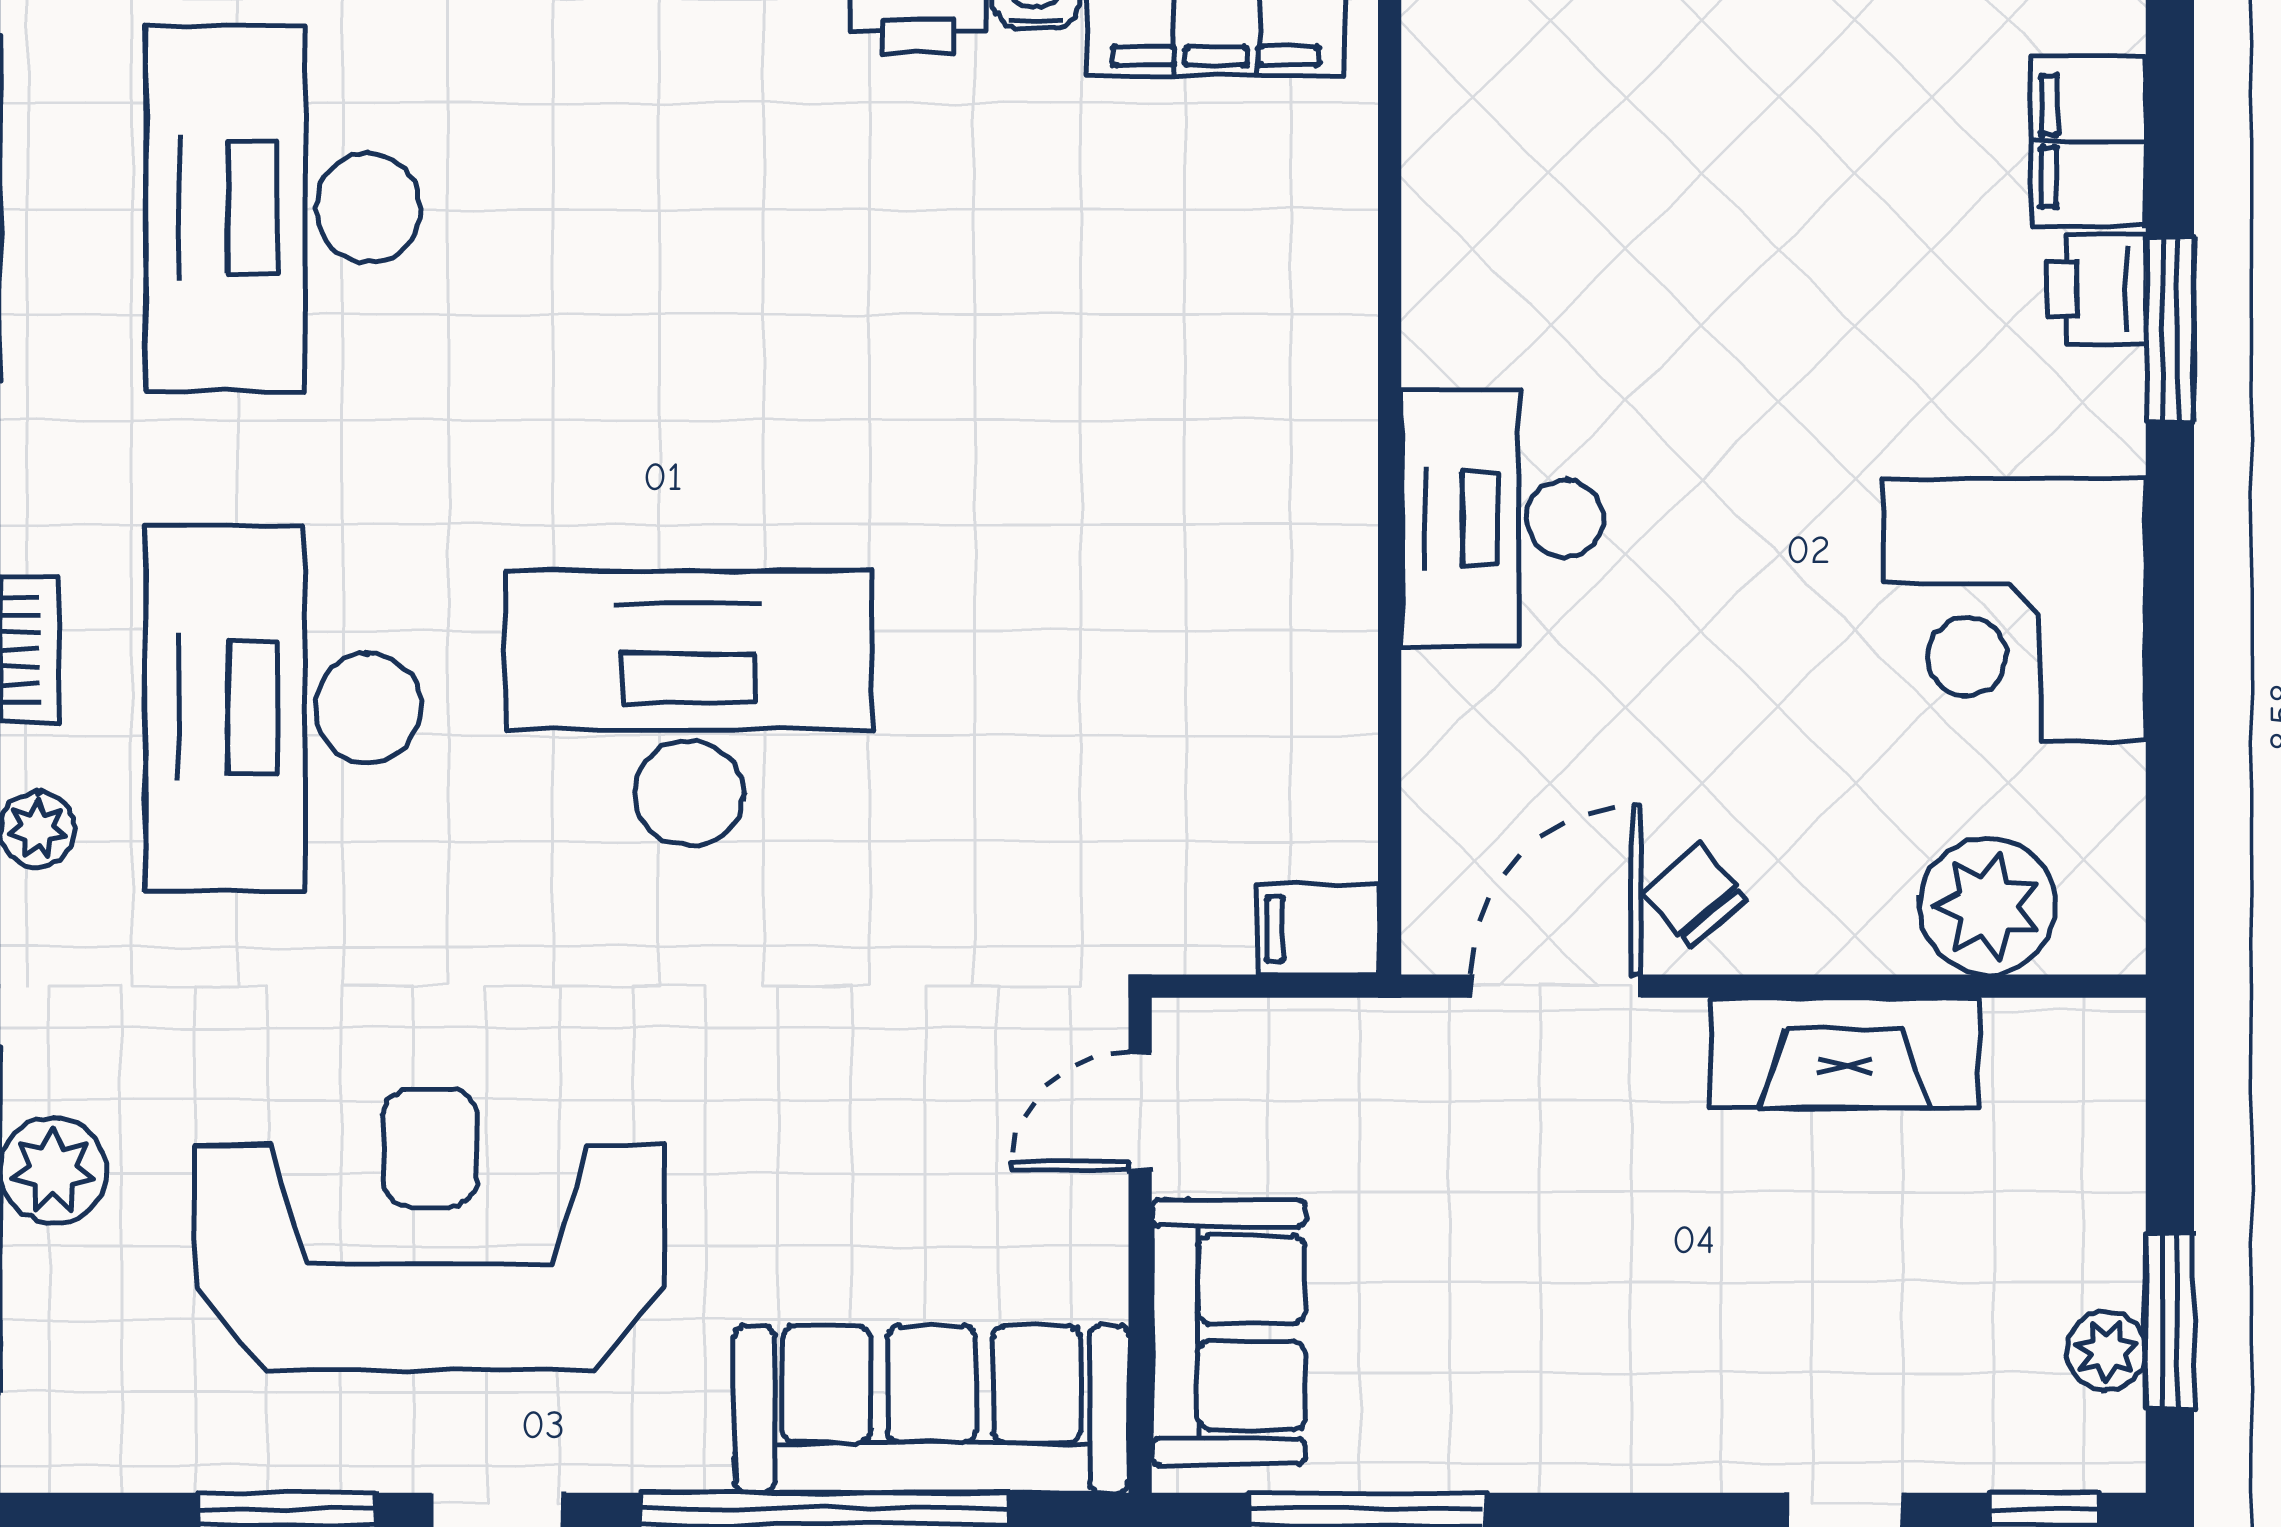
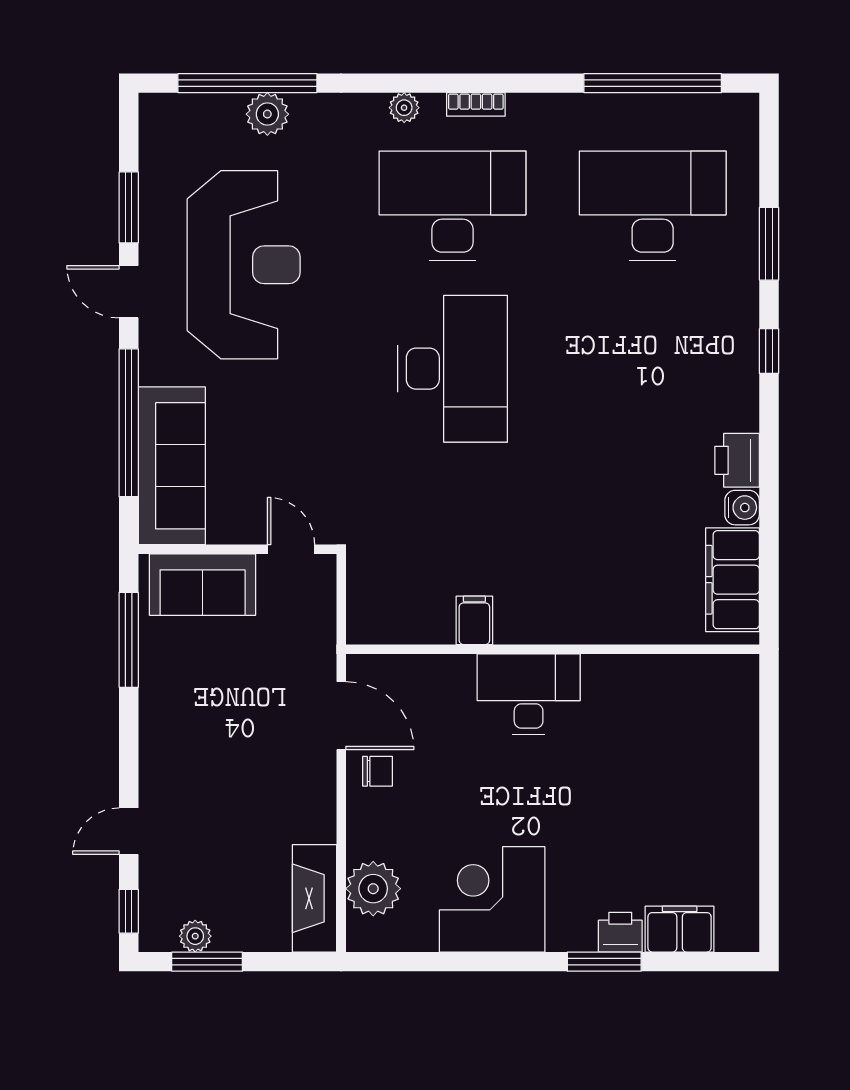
chair: (1694, 895) -> (378, 771), turned 41
filing cabinet: (1318, 929) -> (474, 620), moved
fireplace: (1845, 1053) -> (315, 898), moved

